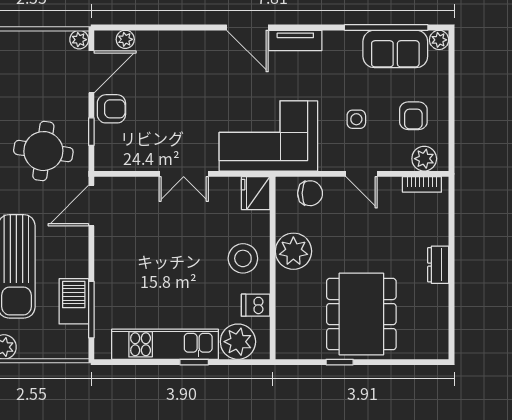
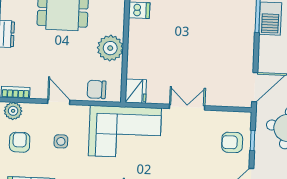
armchair: (111, 109) -> (232, 142), moved
stool: (243, 258) -> (147, 44), removed

